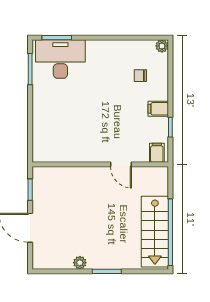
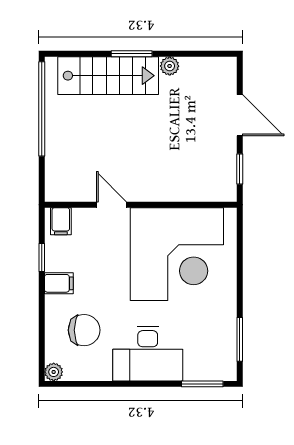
desk: (60, 59) -> (148, 354), moved
chair: (140, 76) -> (84, 330), width x1.87, depth x1.87
corner desk: (75, 129) -> (177, 254), added
stairs: (155, 232) -> (108, 76), moved, turned 90

